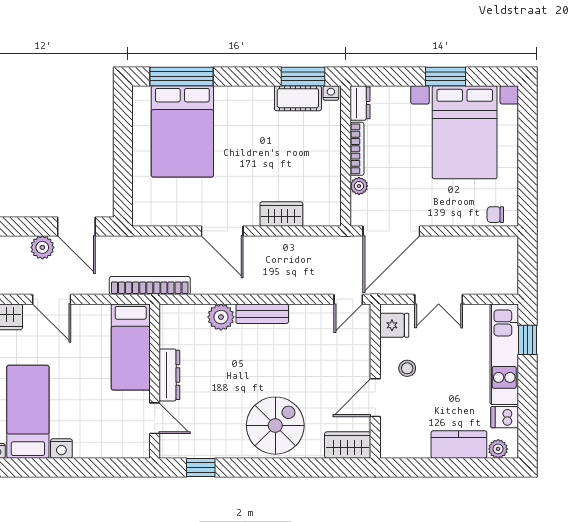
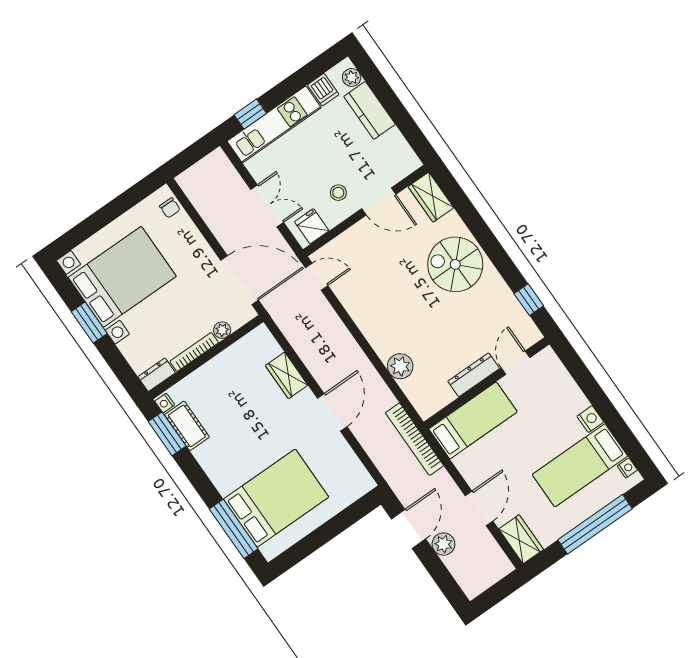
bench: (262, 314) -> (375, 336), removed

